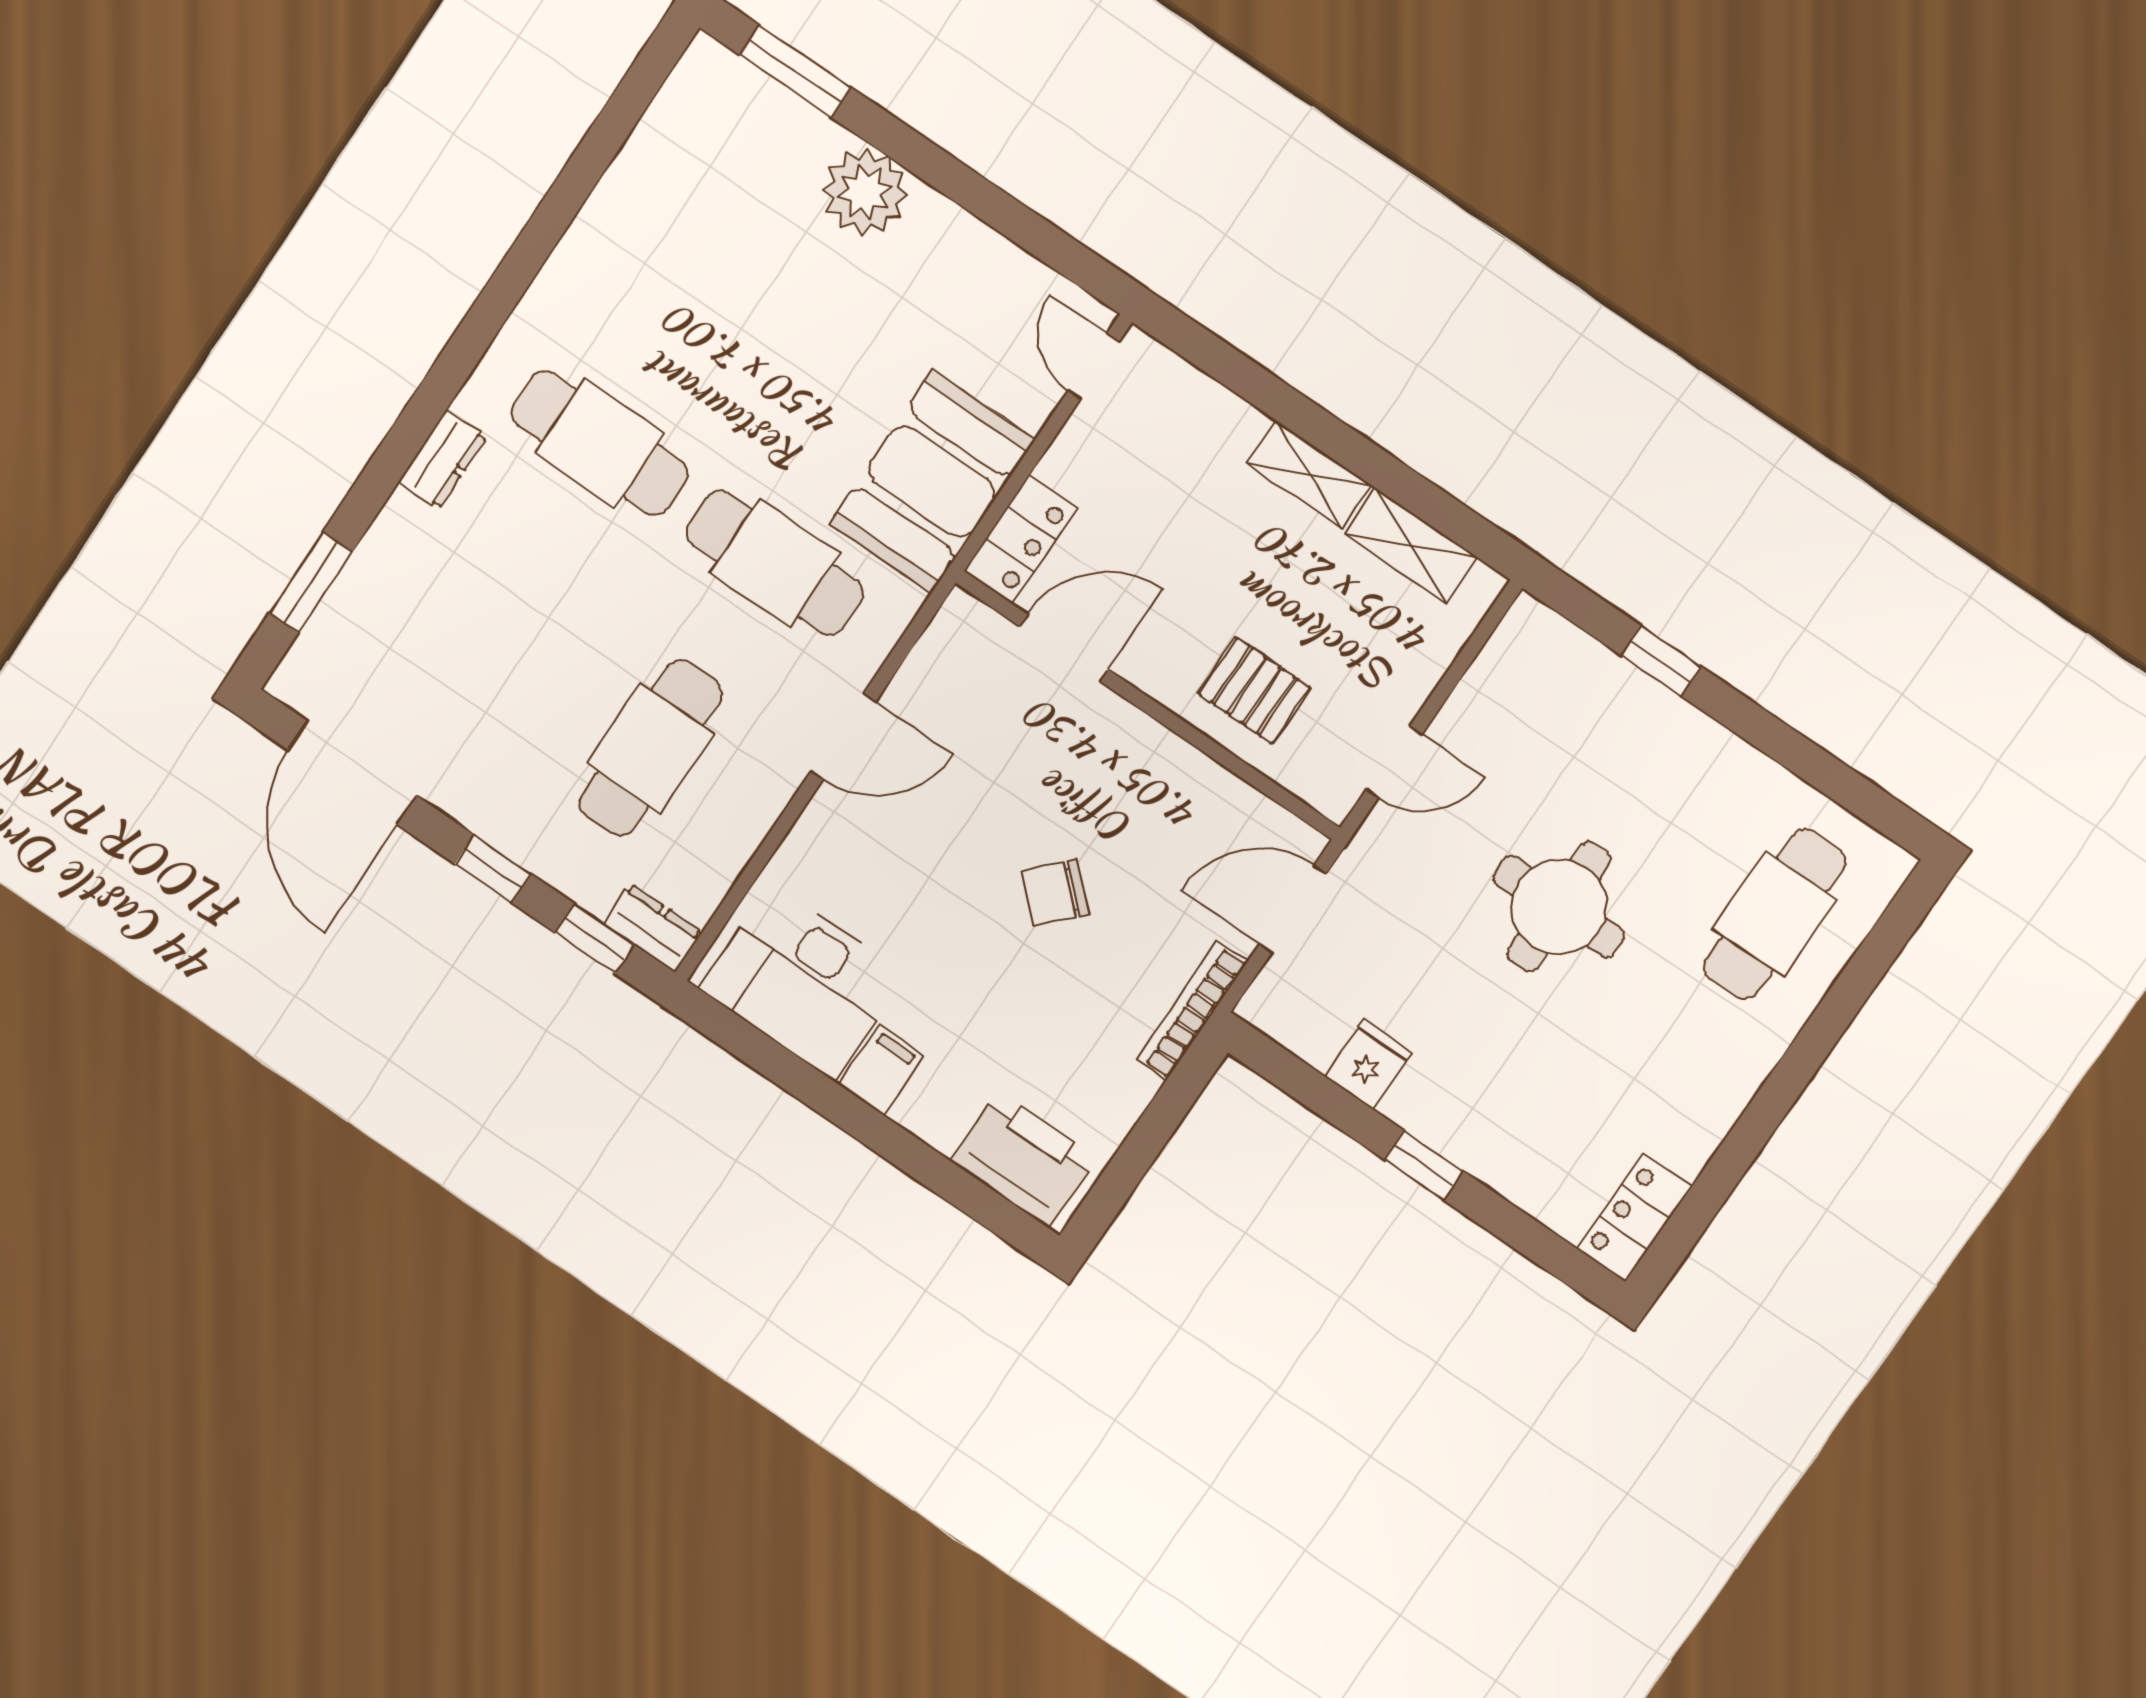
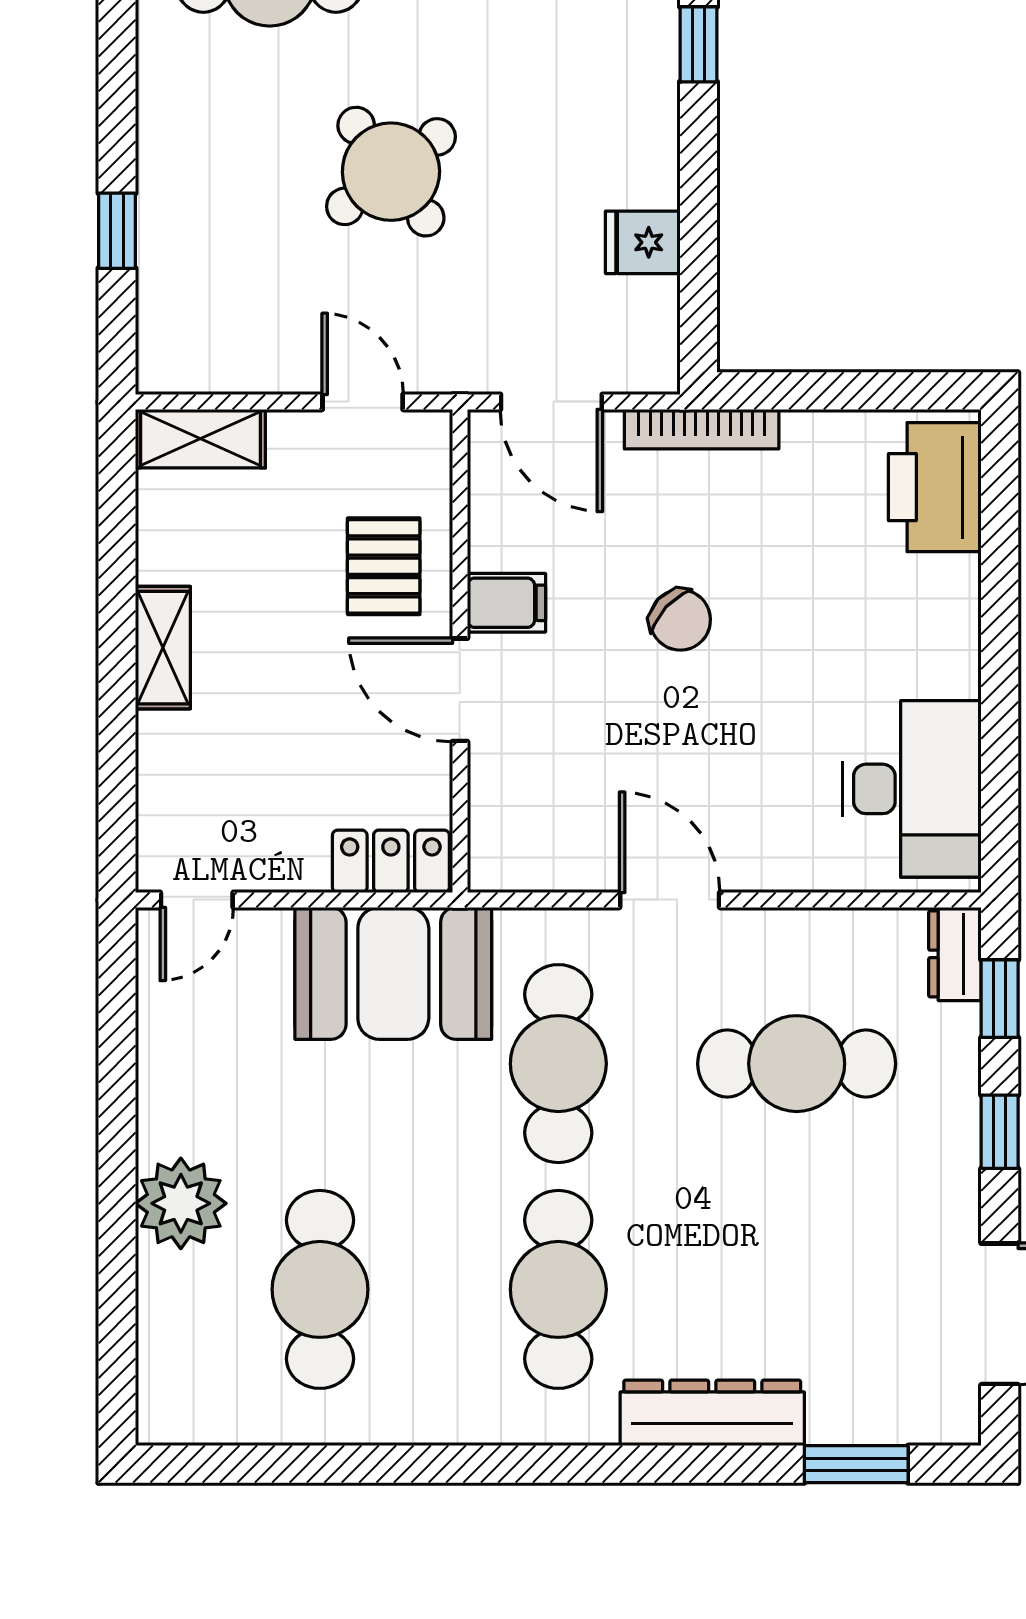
window: (795, 71) -> (117, 1336), removed
cafe table: (724, 256) -> (320, 1289), added
dresser: (443, 459) -> (712, 1413), width x1.96, depth x1.24
shelving: (1411, 546) -> (200, 439), moved, turned 90
door: (1064, 648) -> (460, 690), moved
round table: (1559, 907) -> (391, 172), turned -37
filing cabinet: (881, 1070) -> (506, 603), moved, turned 180
window: (1424, 1165) -> (698, 44), moved

